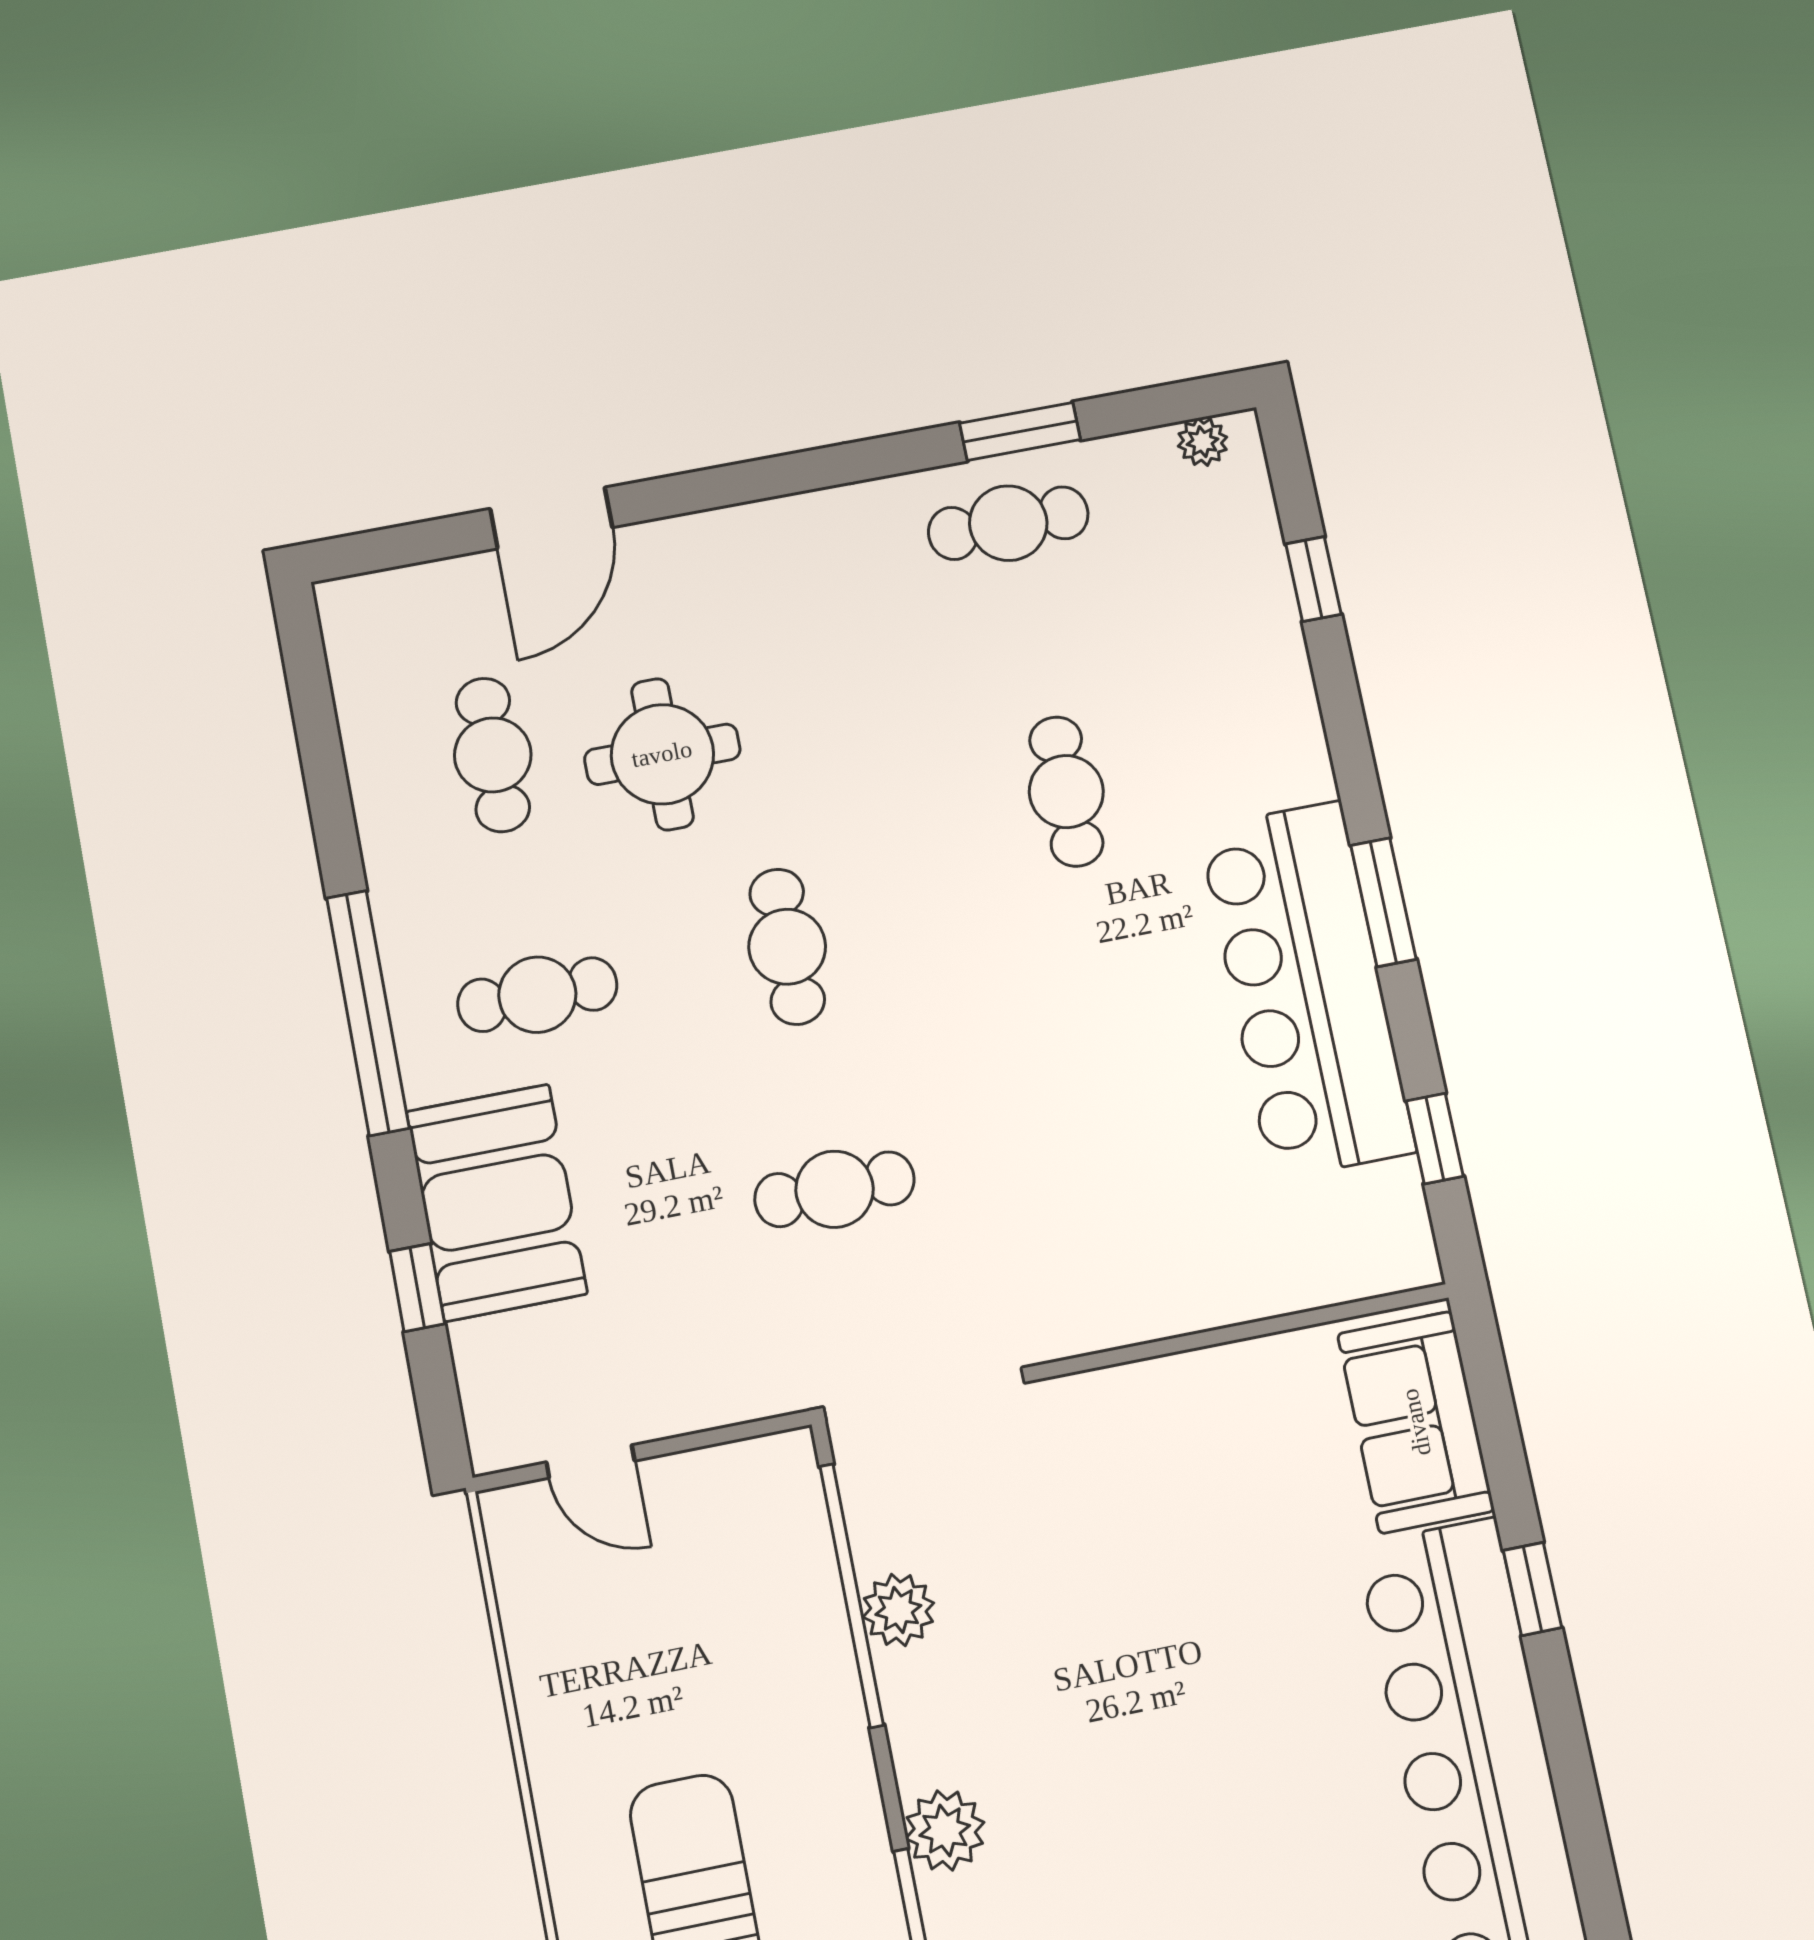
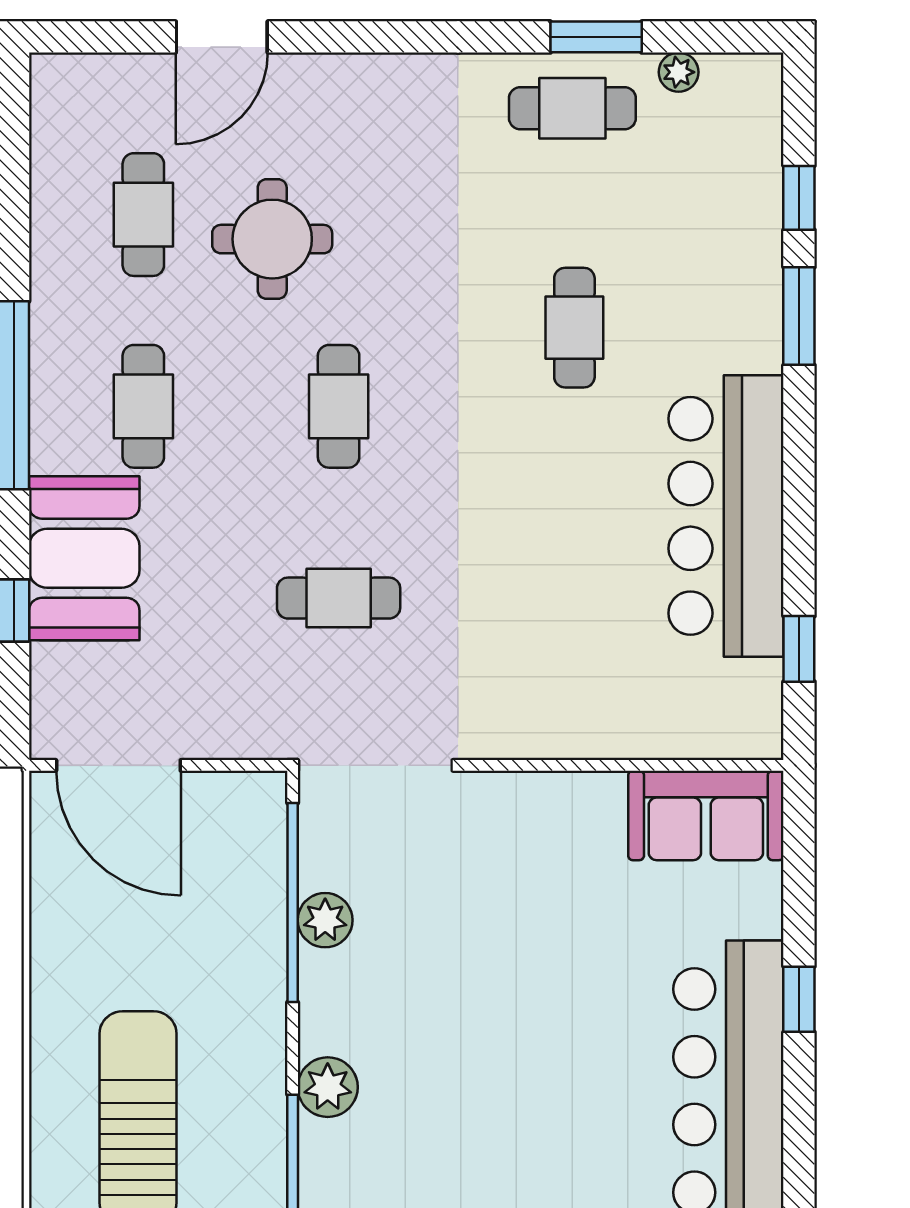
plant: (1203, 442) -> (679, 72), moved
window: (1383, 902) -> (799, 316), moved
cafe table: (537, 995) -> (143, 406), turned 90
sofa: (1416, 1422) -> (706, 815), moved, turned -90
door: (590, 1461) -> (118, 765), width x1.88

